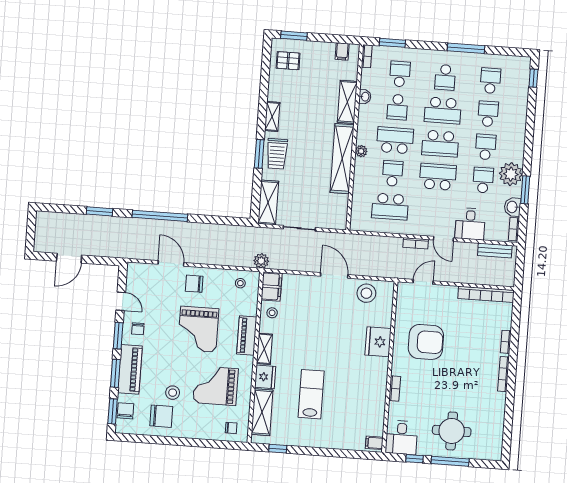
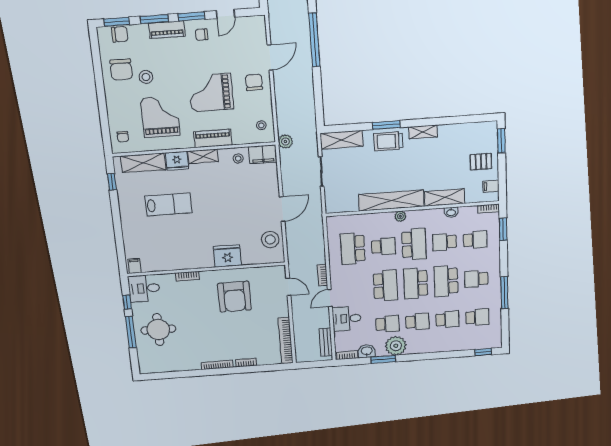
pallet: (288, 61) -> (481, 162), moved, turned 90
piano: (130, 369) -> (167, 30), width x0.73, depth x0.75

